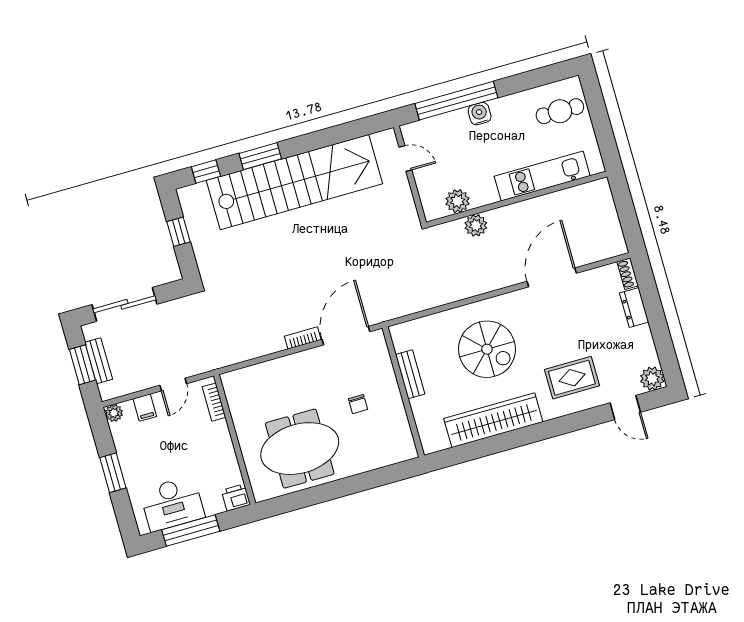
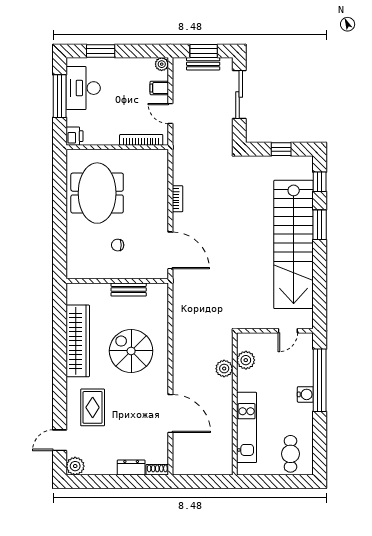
bookcase: (303, 338) -> (177, 199), moved
spiral stairs: (487, 349) -> (131, 351), turned 90
bookcase: (214, 402) -> (141, 140), width x1.56
window: (113, 473) -> (101, 51), moved

